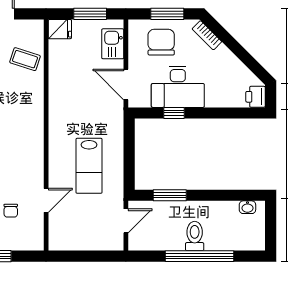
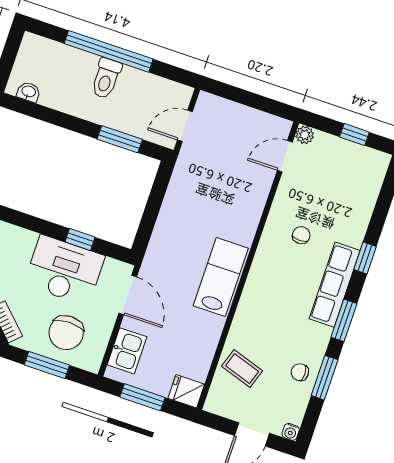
lab bench: (89, 166) -> (221, 277), moved
door: (46, 200) -> (285, 156), moved
chair: (11, 211) -> (301, 235), moved
plant: (37, 244) -> (305, 135), added

